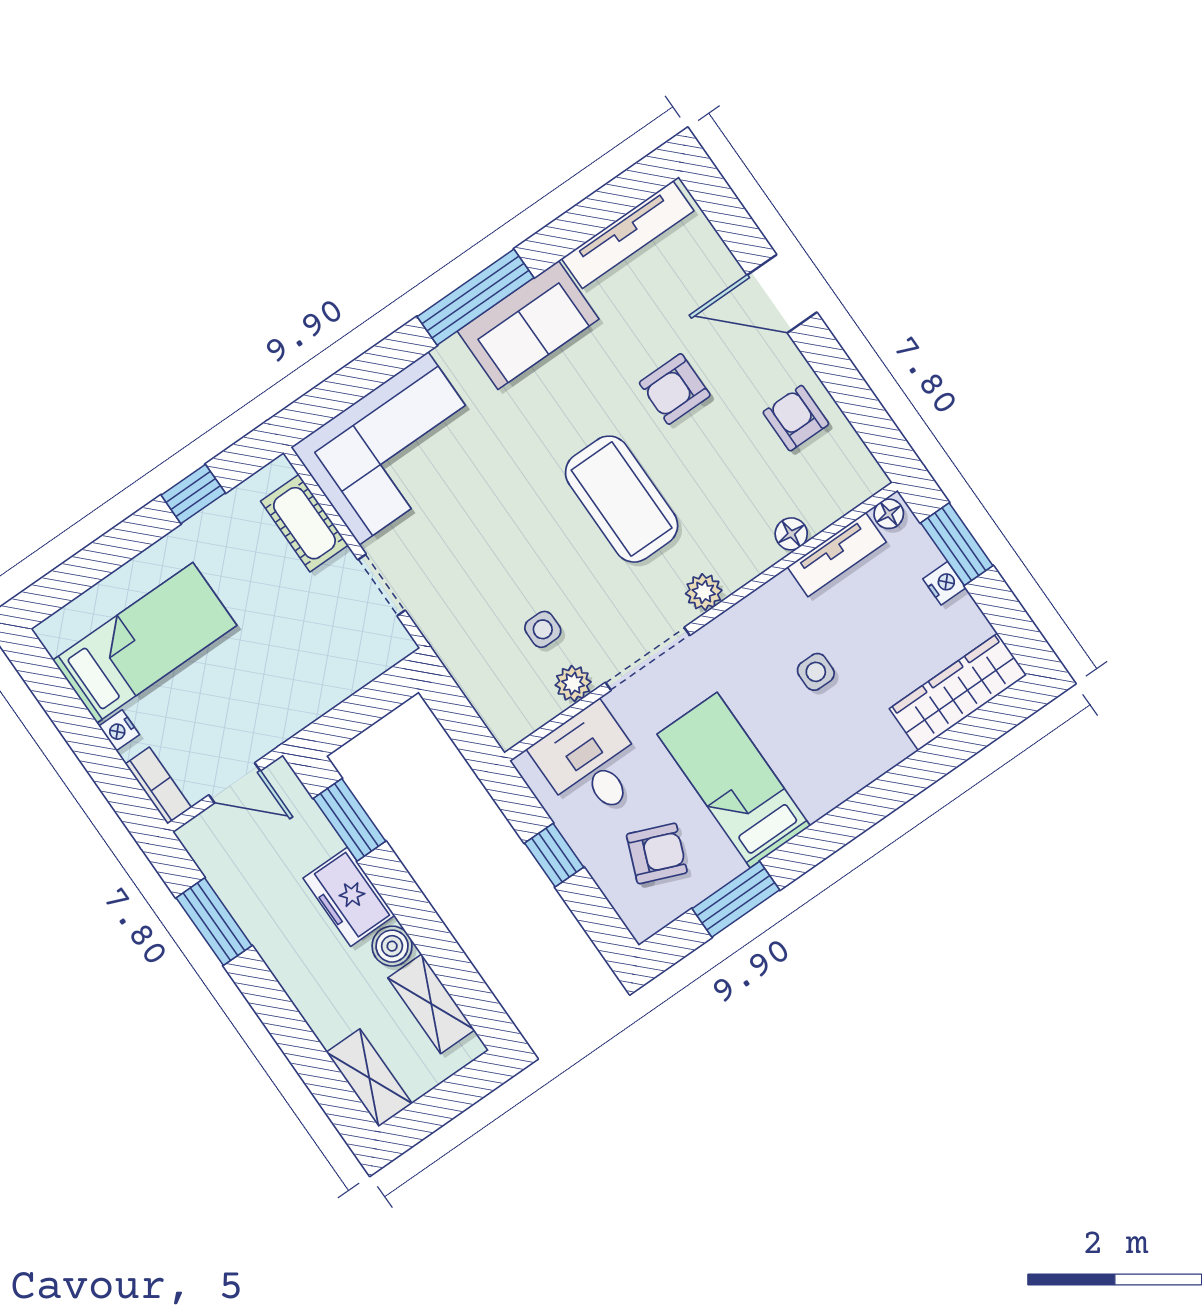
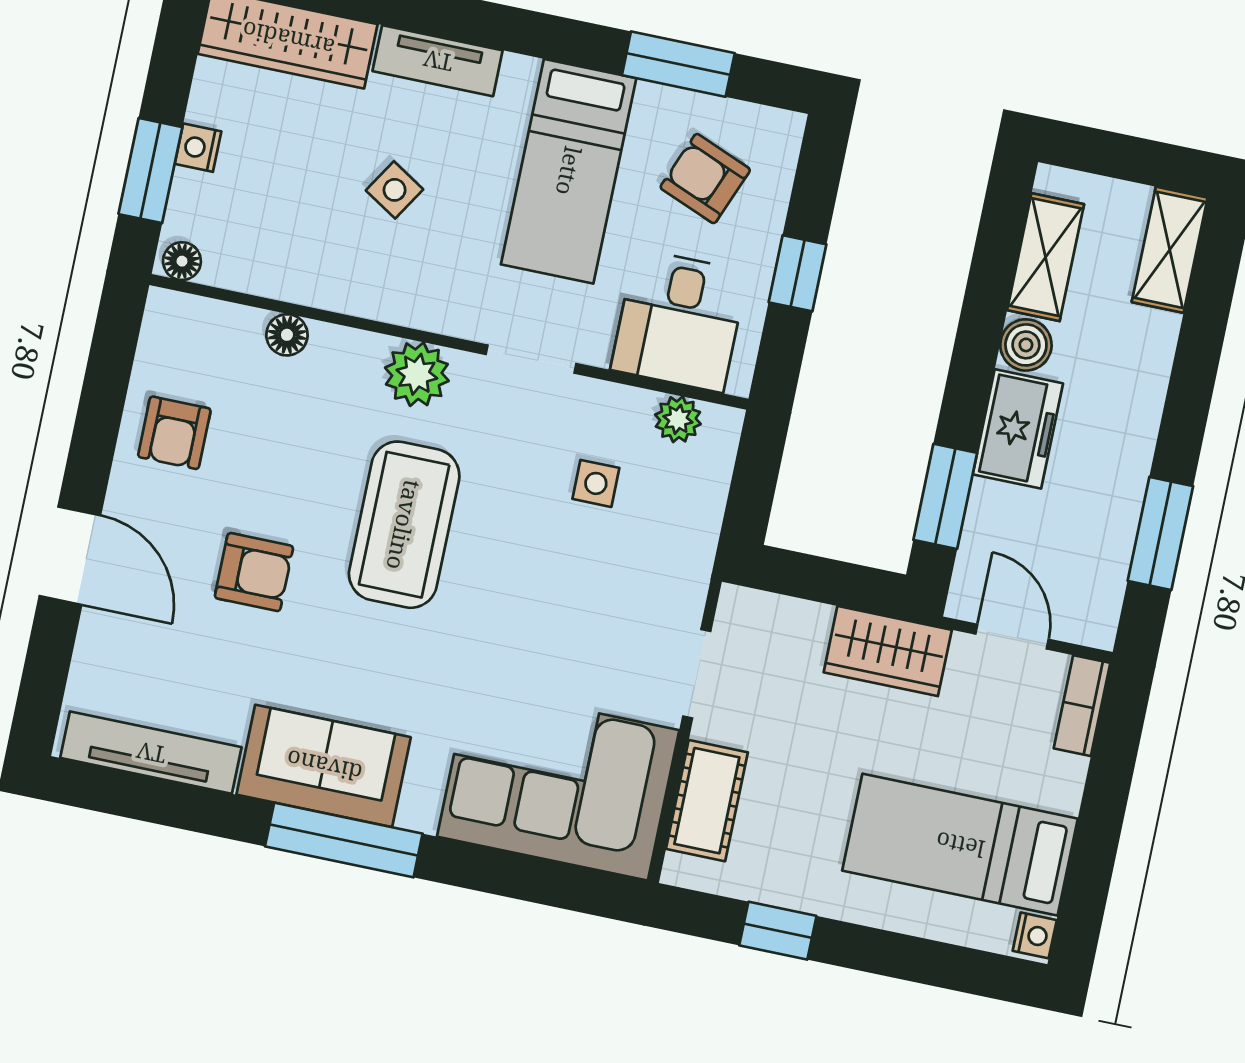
tv unit: (837, 555) -> (438, 61), moved, turned 180
plant: (704, 592) -> (417, 374), width x1.38, depth x1.38
doorway: (648, 659) -> (531, 359), width x0.73
side table: (816, 672) -> (395, 190), turned 32
plant: (573, 683) -> (678, 419), moved
wardrobe: (293, 705) -> (888, 651), added
nightstand: (119, 730) -> (1035, 935), moved

